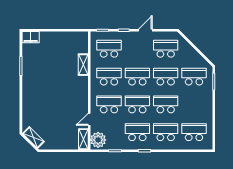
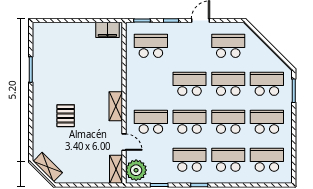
filing cabinet: (31, 37) -> (107, 30), moved
shelving: (83, 65) -> (116, 106), moved
school desk: (109, 77) -> (267, 122), moved
pallet: (47, 100) -> (66, 116), added
door: (89, 119) -> (124, 142), swing flipped

